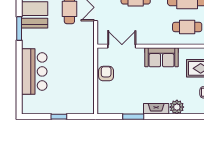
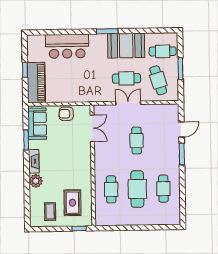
sofa: (162, 57) -> (37, 124), moved, turned 180
armchair: (106, 74) -> (66, 114), turned 180
piano: (72, 105) -> (36, 83), added

